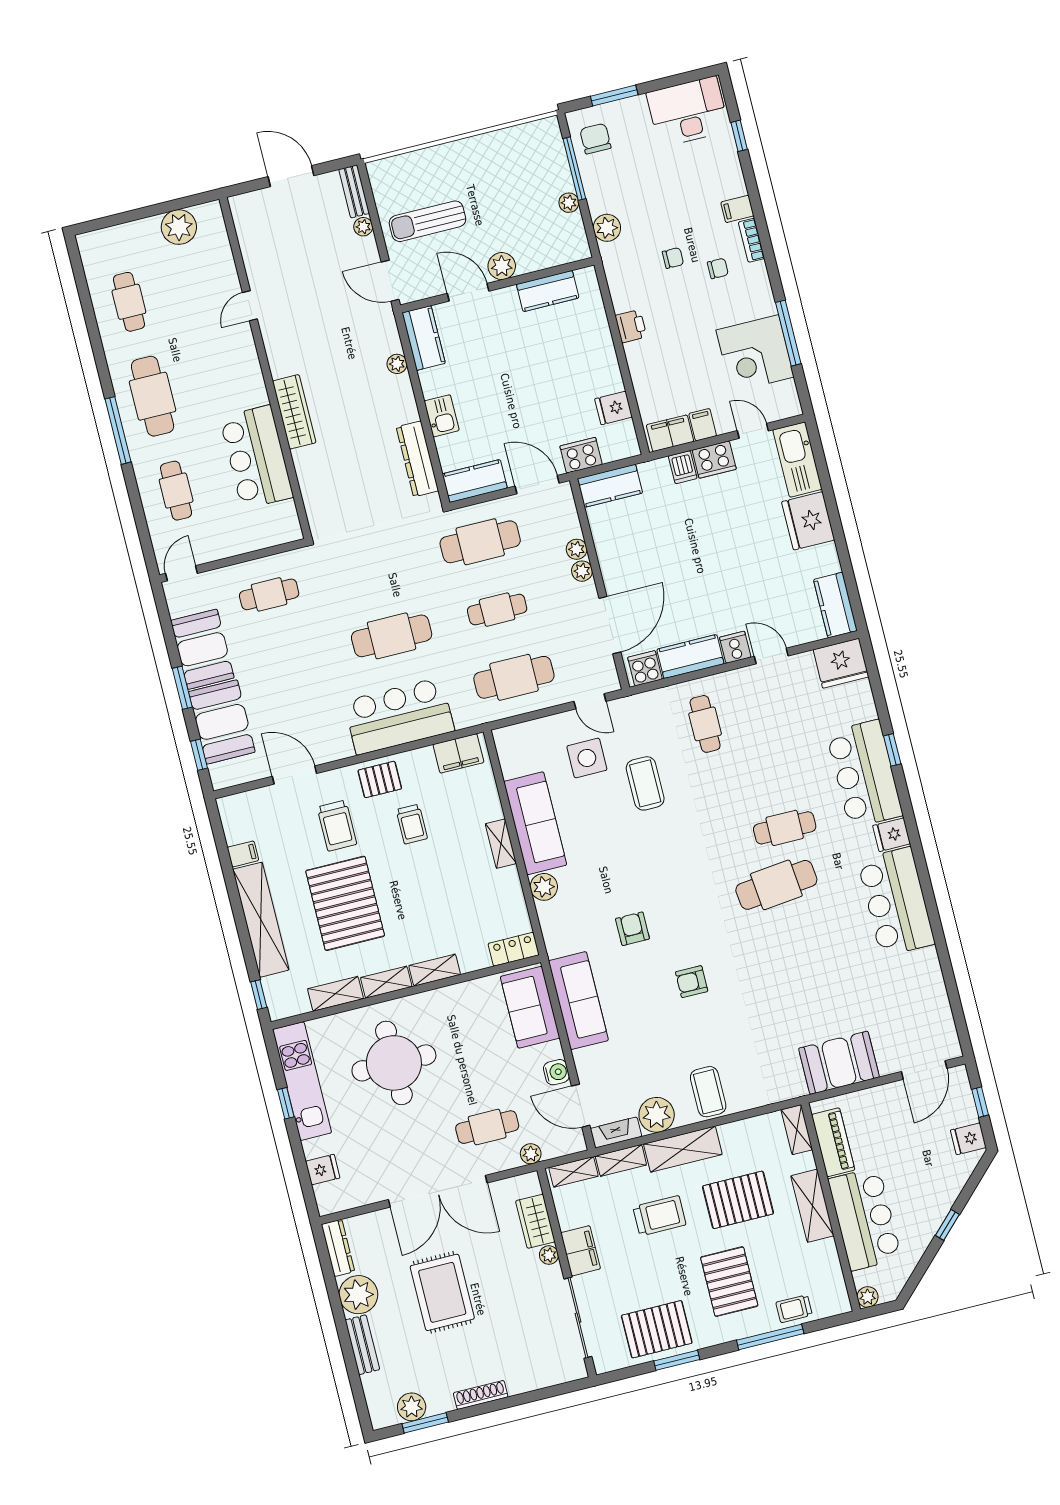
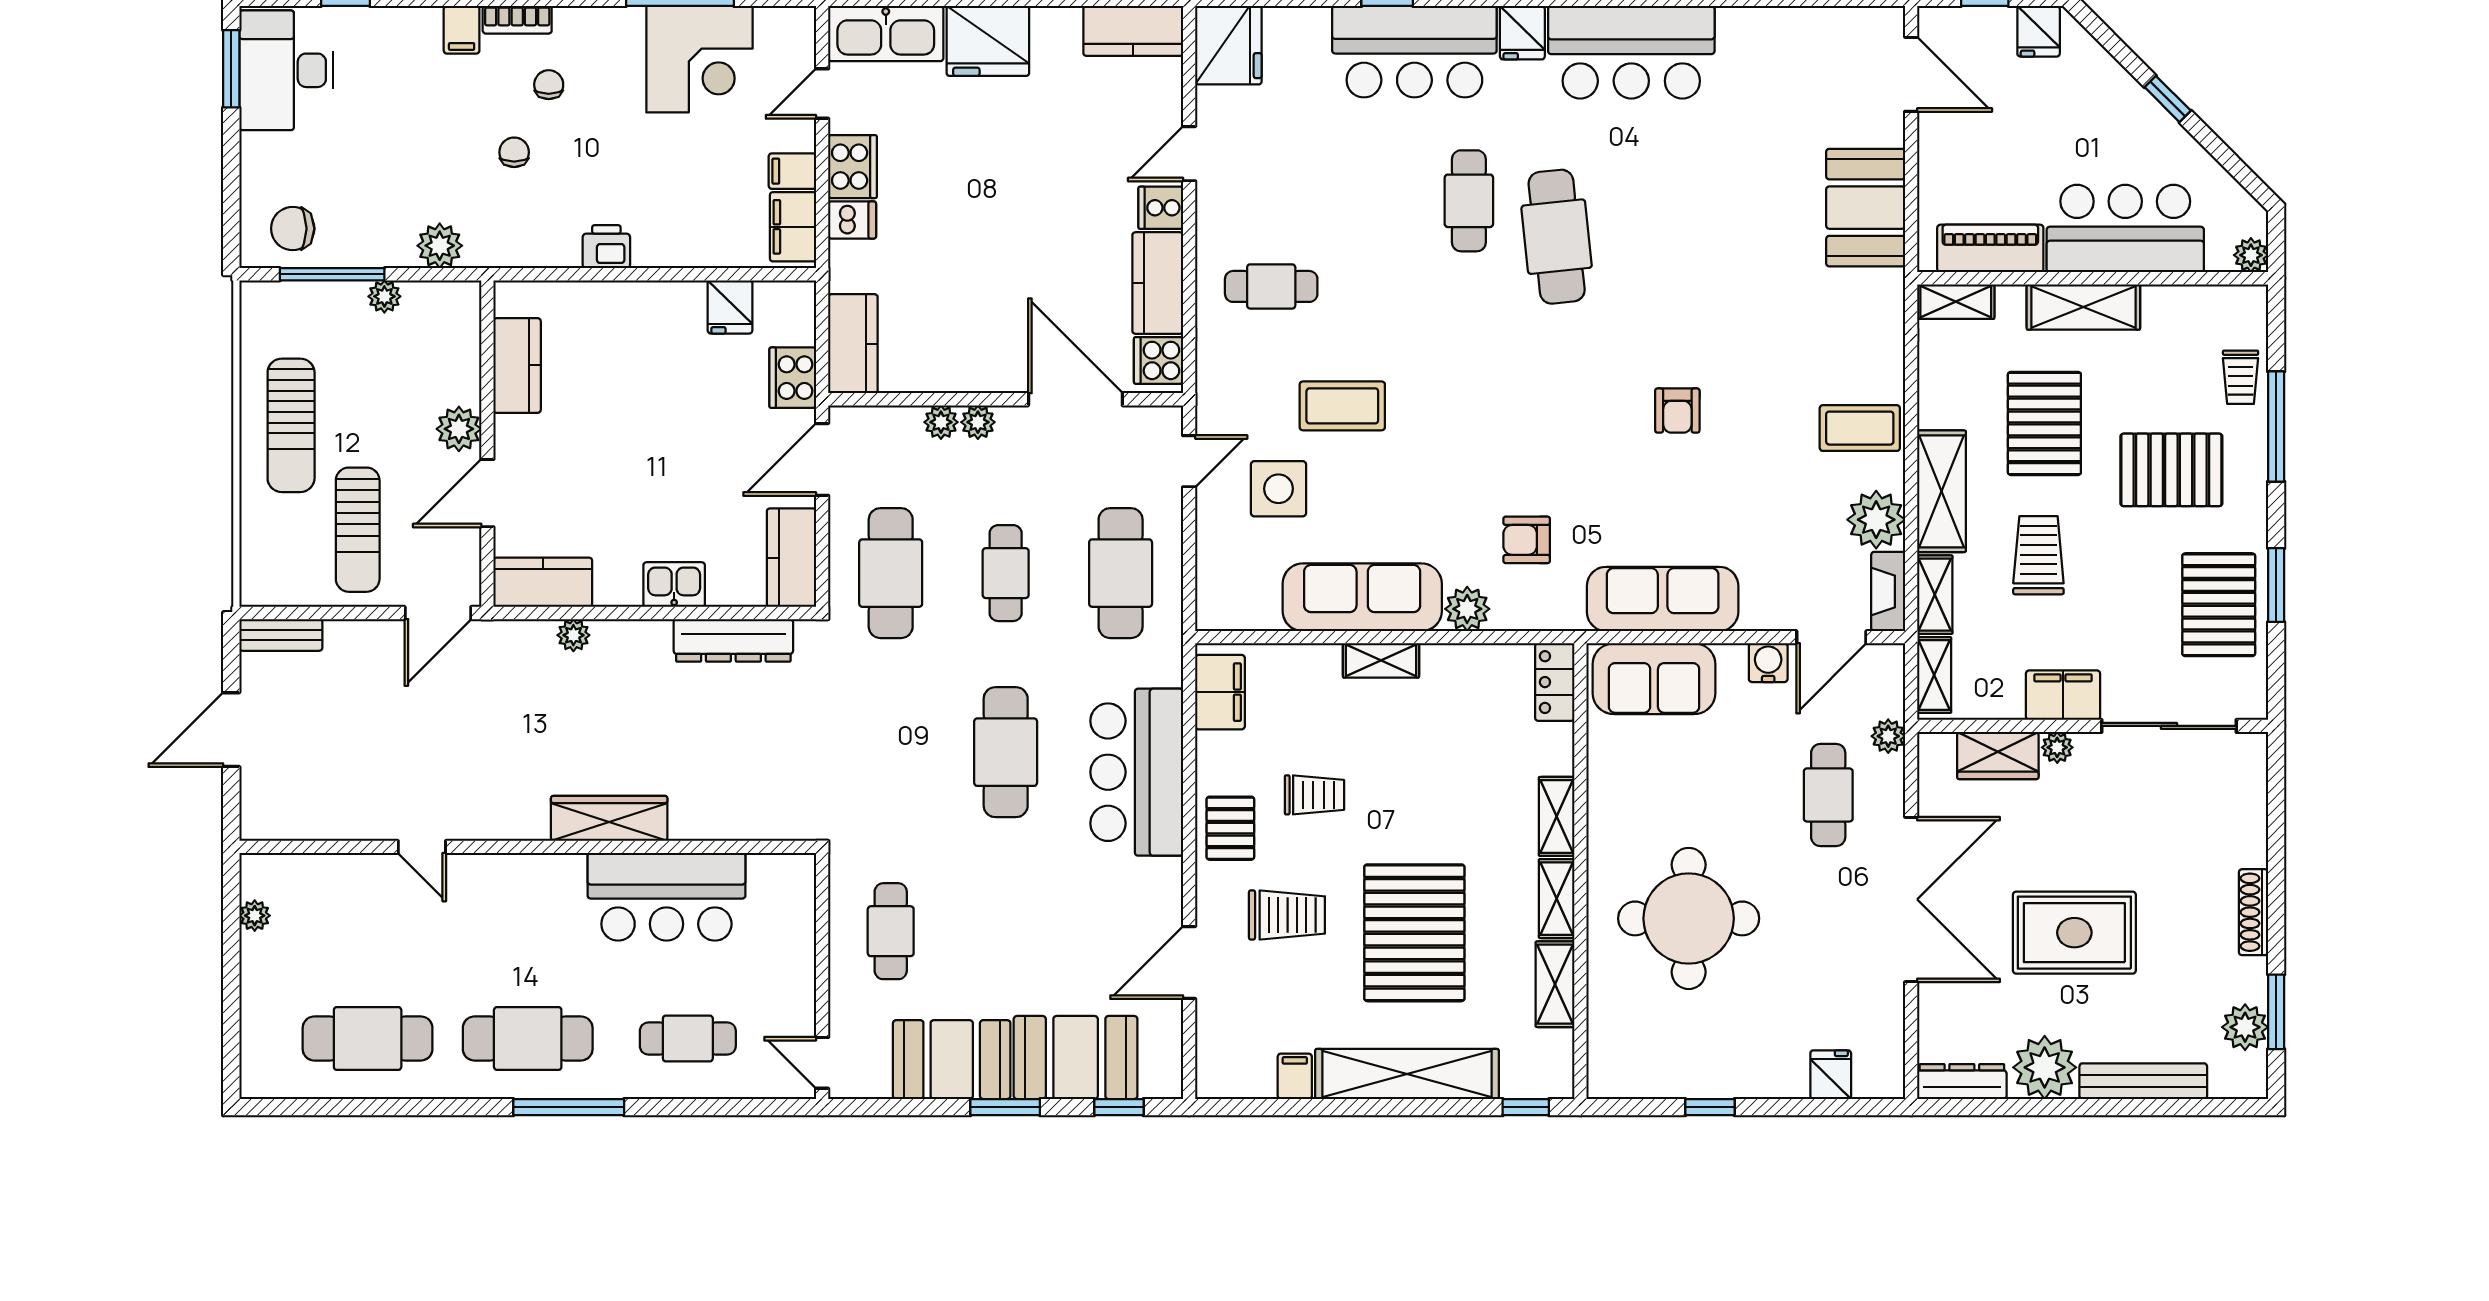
window: (614, 95) -> (231, 69), moved
sun lounger: (479, 167) -> (291, 425), added
plant: (179, 227) -> (255, 916), width x0.53, depth x0.53
plant: (363, 227) -> (341, 634), removed
cafe table: (129, 302) -> (368, 1038), width x1.37, depth x1.35
pallet: (345, 903) -> (1414, 933), turned 90
armchair: (632, 929) -> (1527, 540), moved
kitchen unit: (302, 1081) -> (1681, 1072), removed
bench: (362, 1345) -> (2143, 1081), width x1.36

